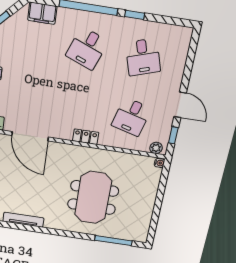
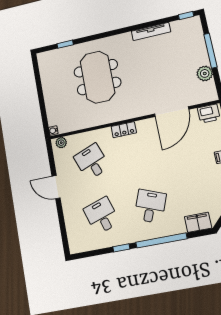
desk: (131, 117) -> (92, 162), turned -36
window: (173, 135) -> (51, 159), removed
door: (30, 136) -> (172, 112), swing flipped
window: (113, 241) -> (65, 44), width x0.46

